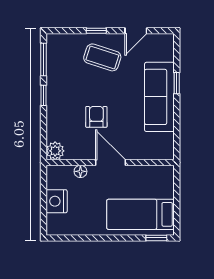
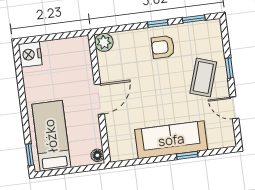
window: (43, 59) -> (194, 19), width x0.67
armchair: (96, 117) -> (163, 47), moved, turned 180
floor lamp: (80, 171) -> (97, 155), moved
nightstand: (57, 201) -> (30, 54), moved, turned -90

